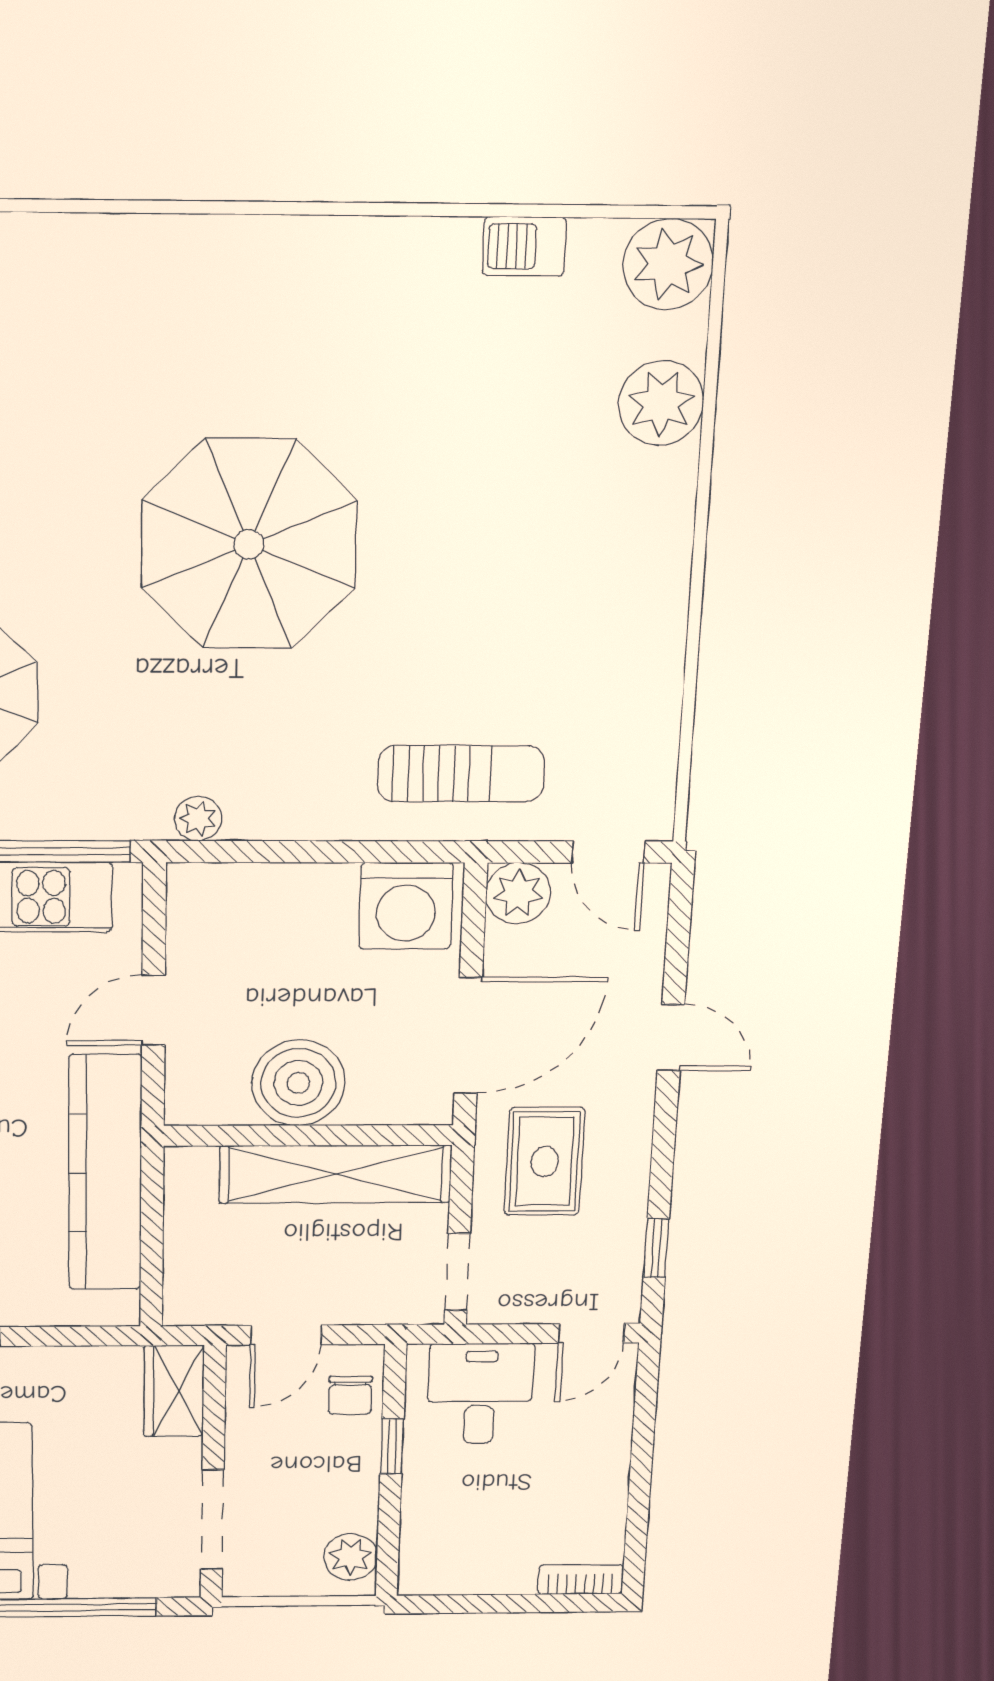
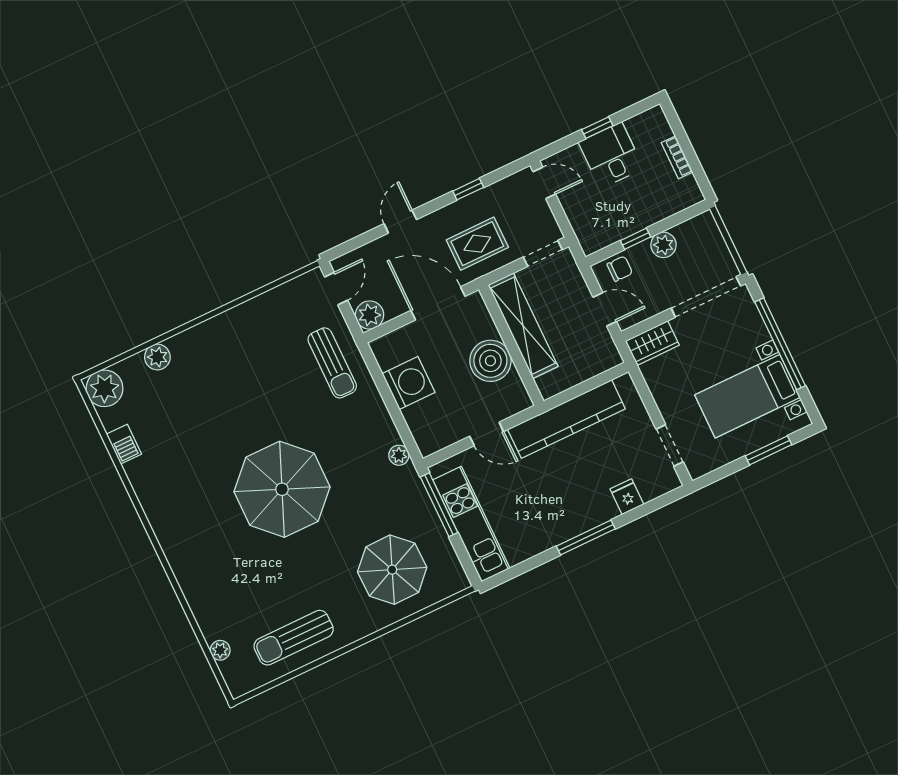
plant: (661, 403) -> (157, 357), width x0.73, depth x0.73
sun lounger: (461, 774) -> (332, 363), turned 180
washing machine: (406, 906) -> (409, 383), moved
window: (656, 1248) -> (468, 189), moved
desk: (480, 1394) -> (611, 155), moved, turned 90
window: (641, 1470) -> (597, 128), added
doorway: (212, 1520) -> (706, 297), width x1.36
plant: (351, 1557) -> (663, 245), moved
bookcase: (581, 1579) -> (677, 157), moved

